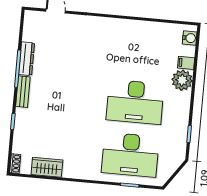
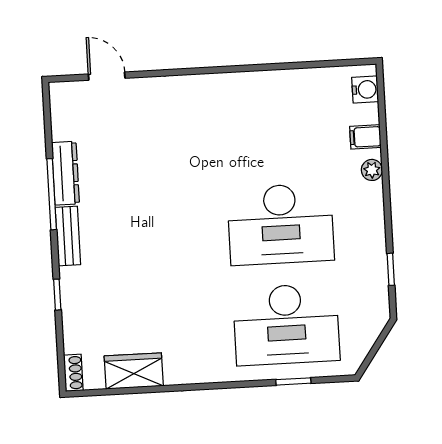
plant: (182, 80) -> (372, 170), width x0.53, depth x0.53

